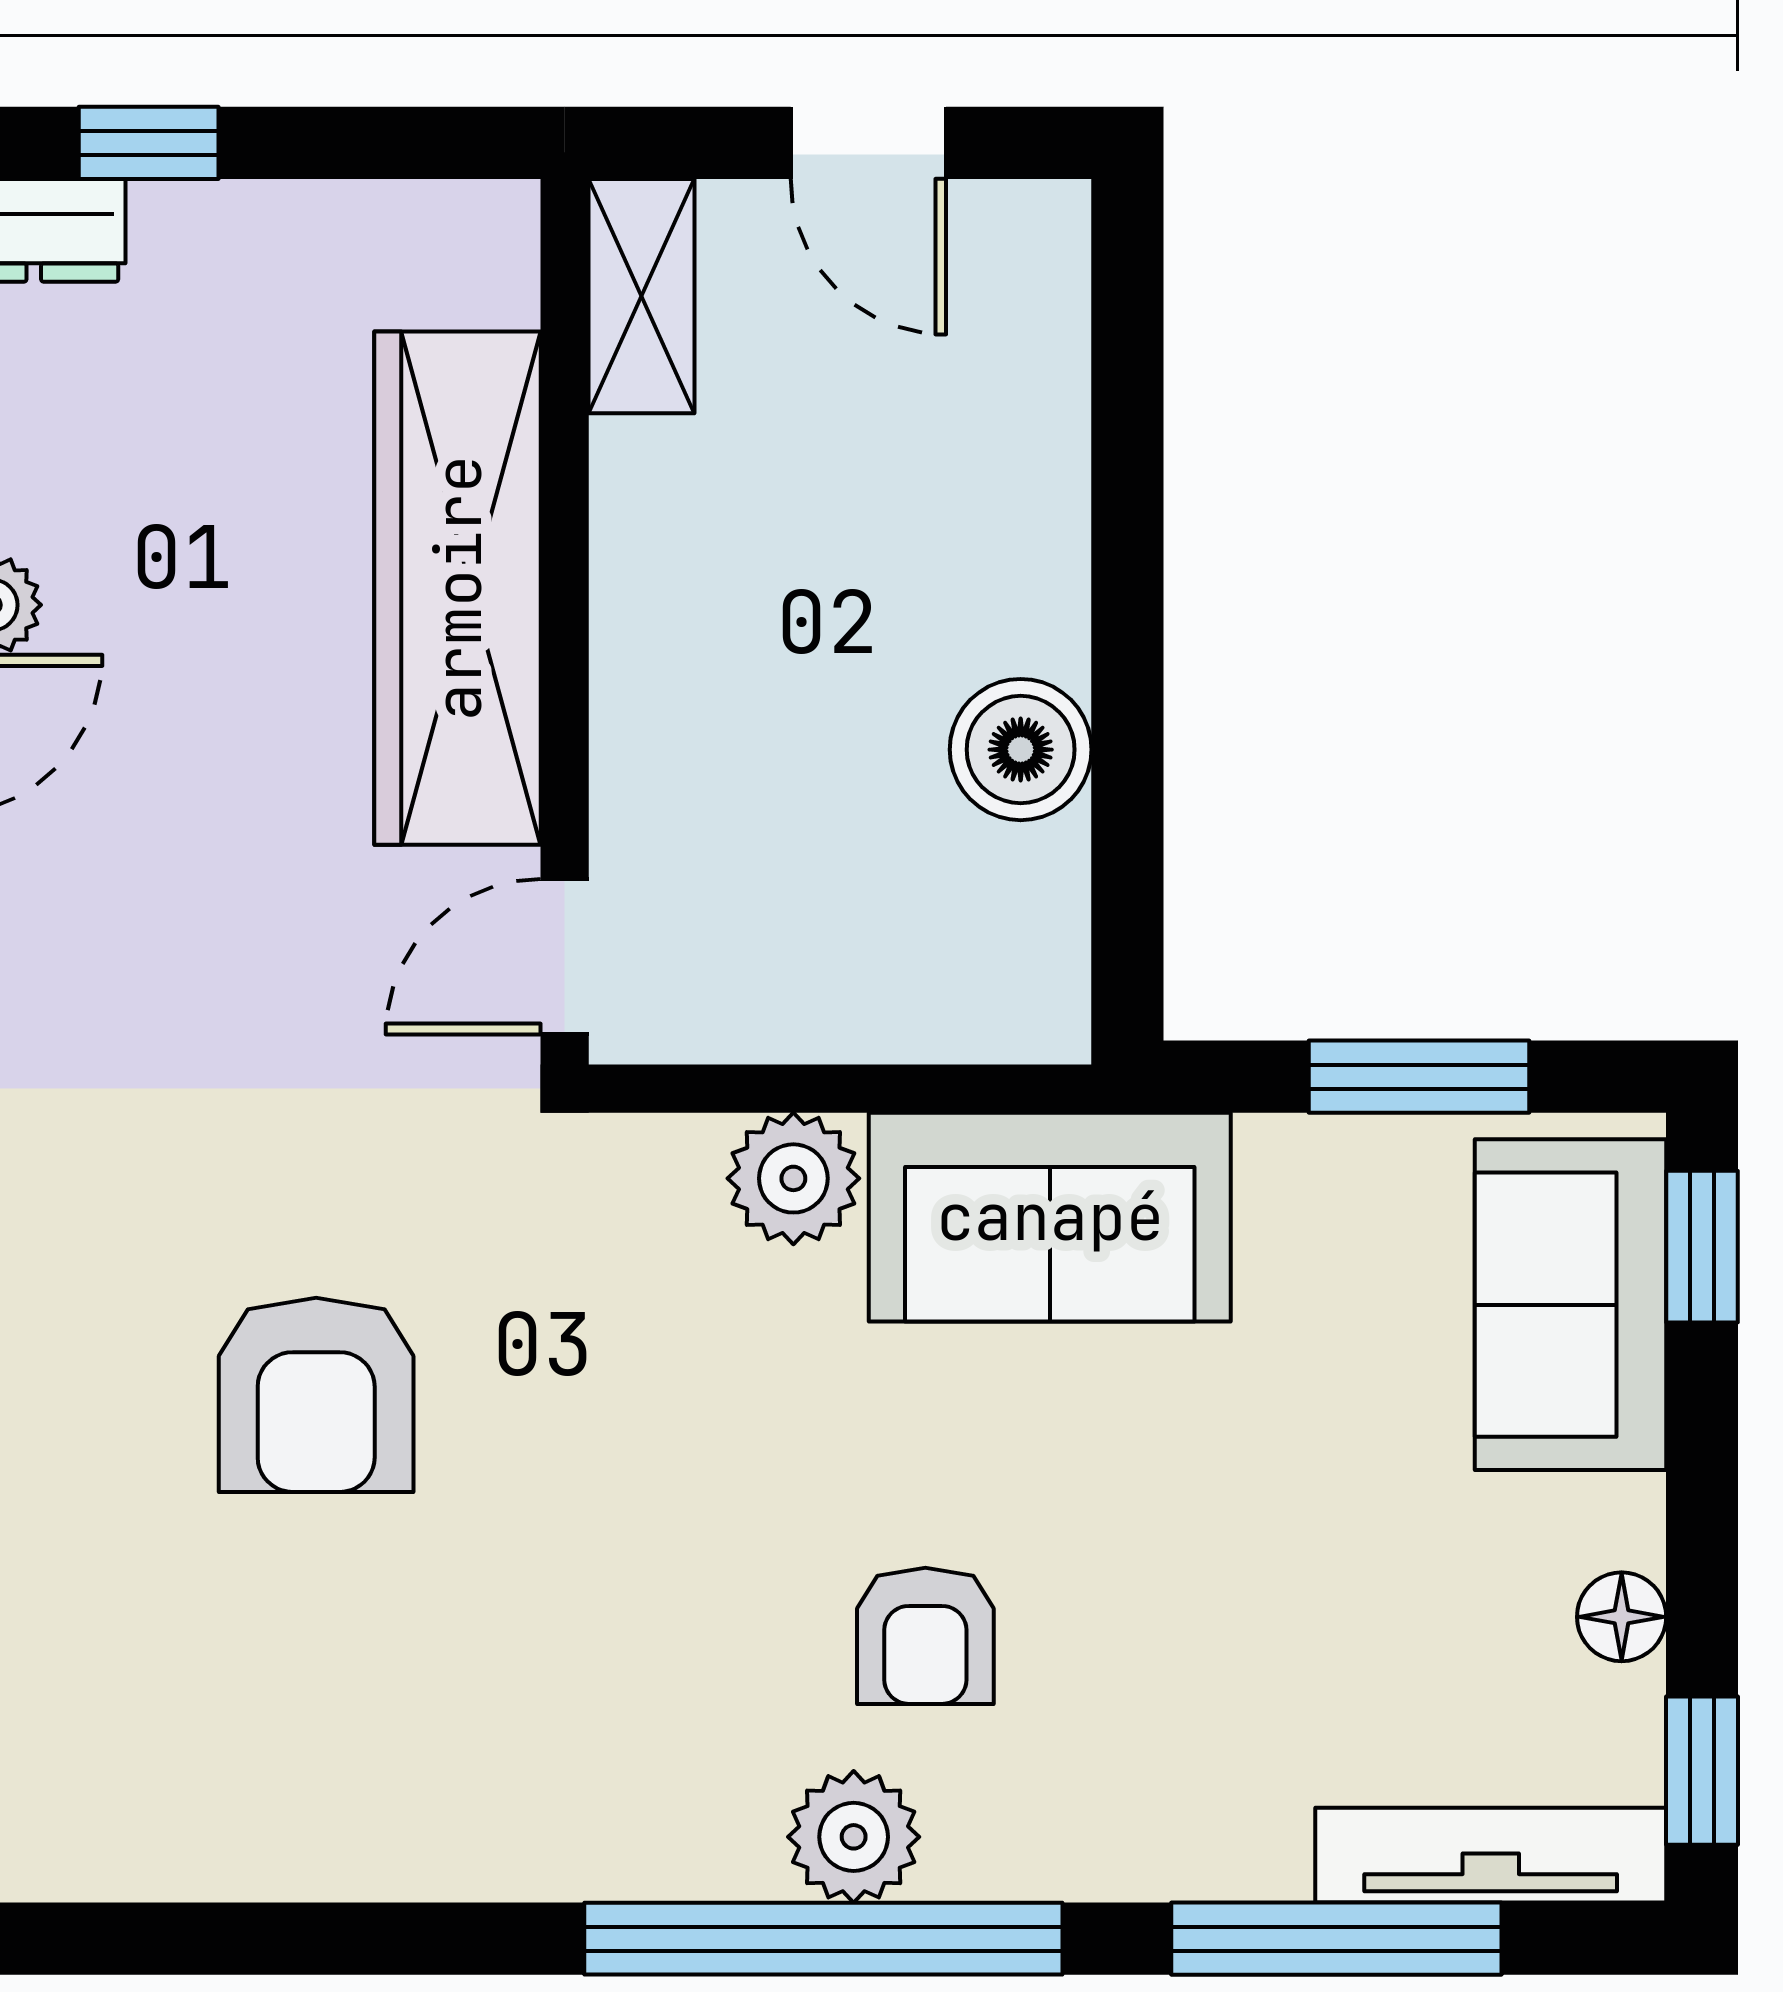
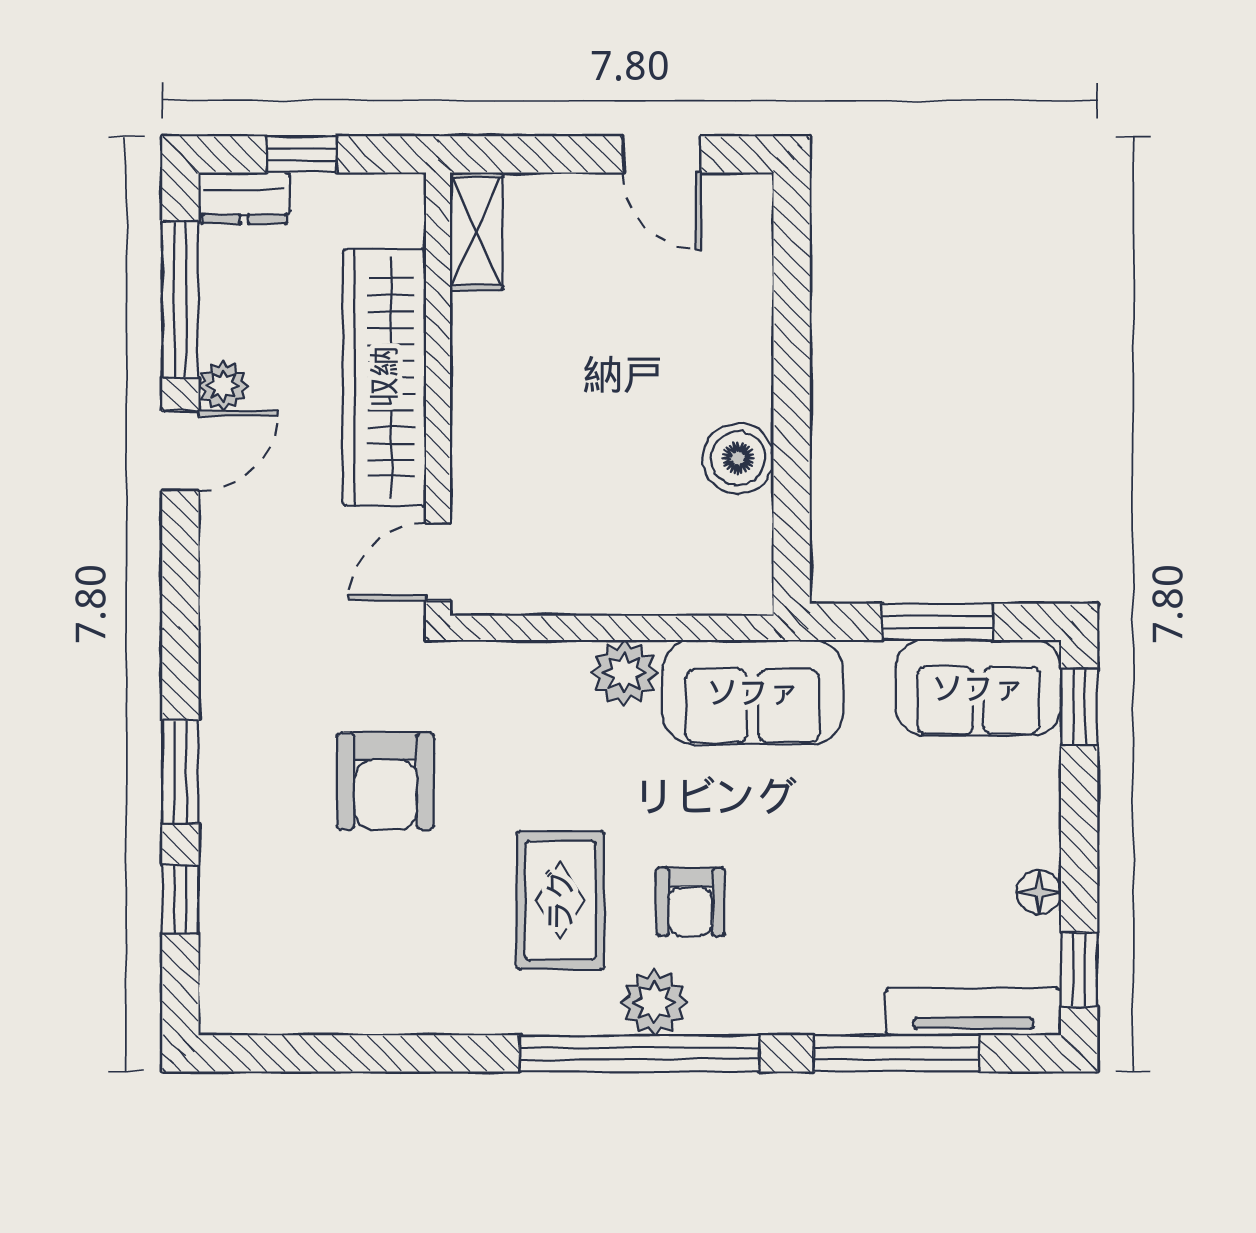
shelving: (641, 296) -> (476, 231), moved
wardrobe: (458, 588) -> (384, 377), moved
wall: (565, 622) -> (438, 394), moved
door: (565, 957) -> (438, 562), moved
sofa: (1570, 1305) -> (978, 688), moved, turned -90
rug: (666, 1633) -> (560, 900), added

